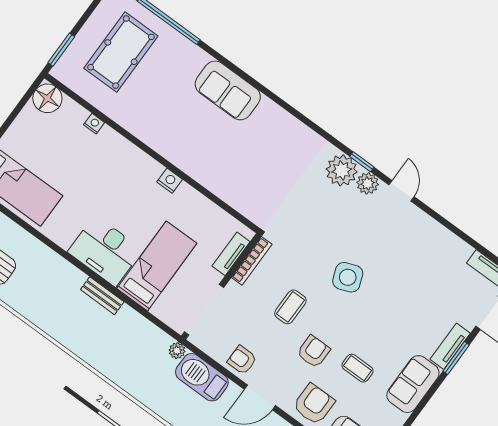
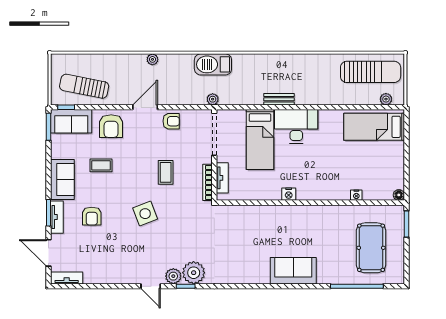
floor lamp: (47, 98) -> (399, 195), width x0.53, depth x0.53
armchair: (313, 352) -> (92, 216), moved
barbecue: (202, 377) -> (213, 64), moved, turned 180

